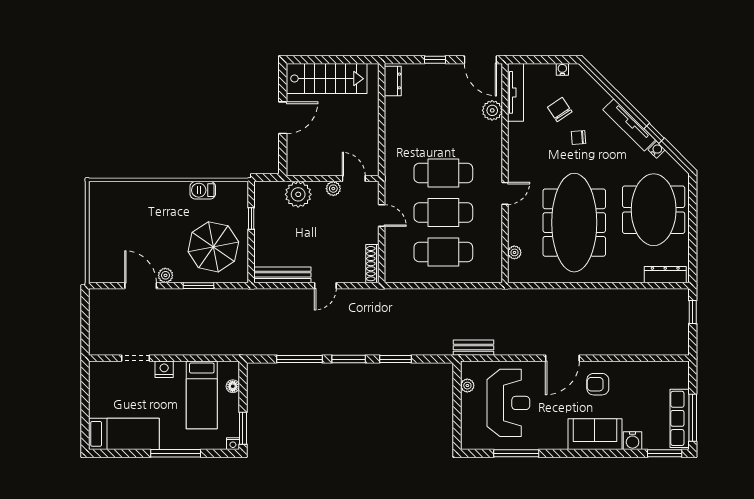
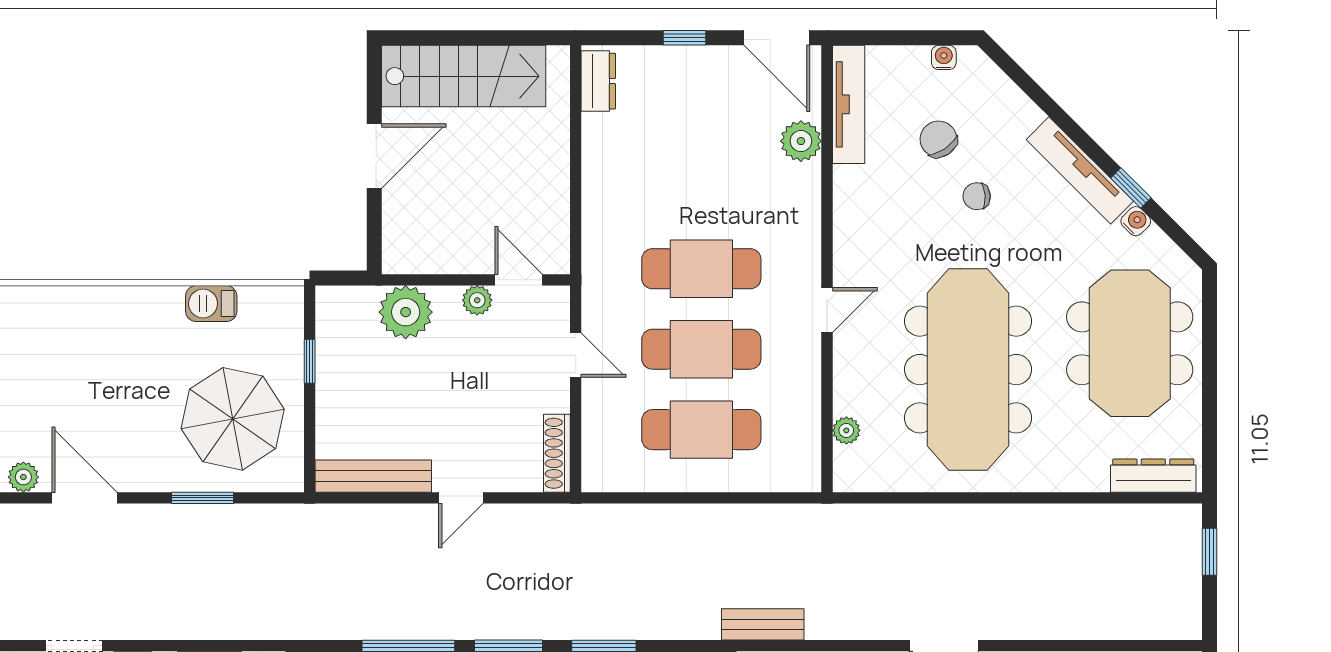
plant: (165, 275) -> (23, 477), moved

